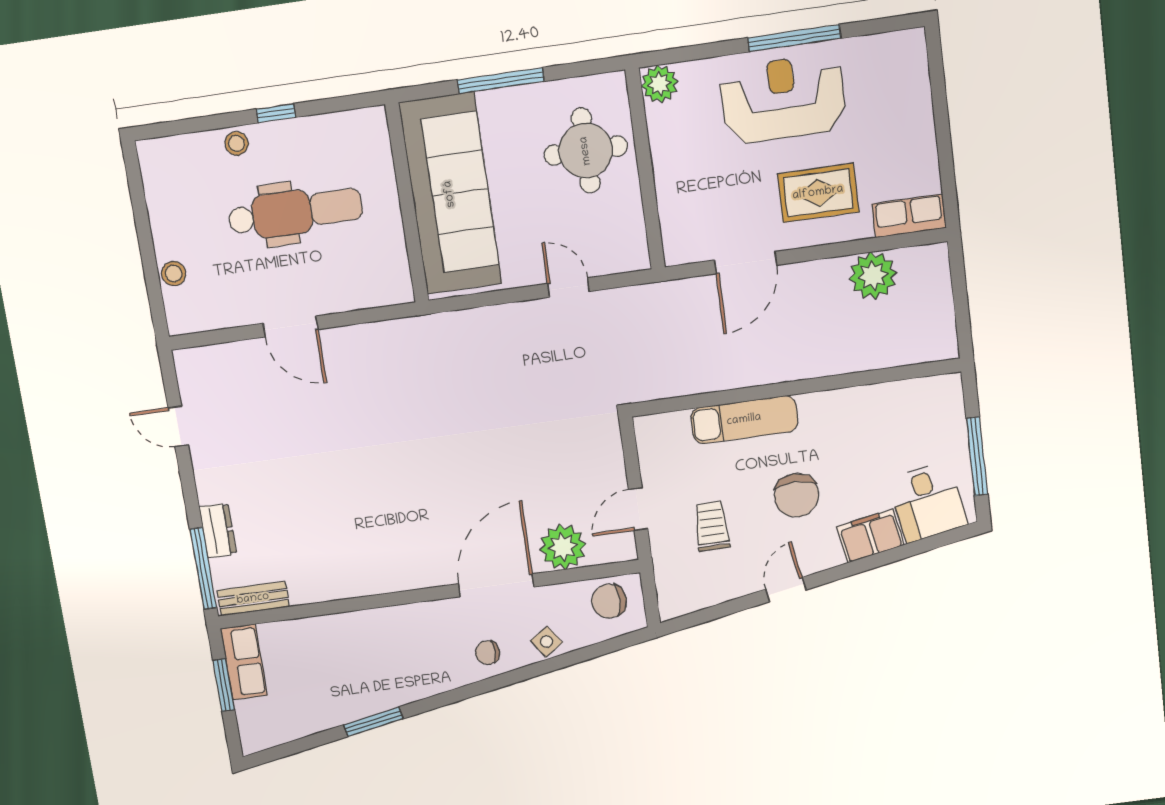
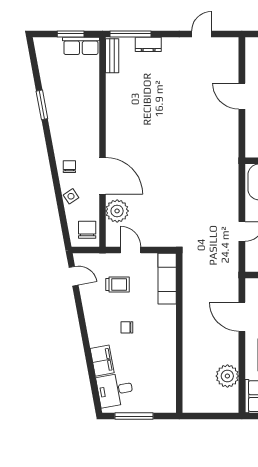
door: (291, 326) -> (242, 96), hinge flipped
exam couch: (744, 420) -> (167, 279), moved
chair: (796, 495) -> (127, 327), width x0.54, depth x0.54
door: (786, 590) -> (74, 276), moved

